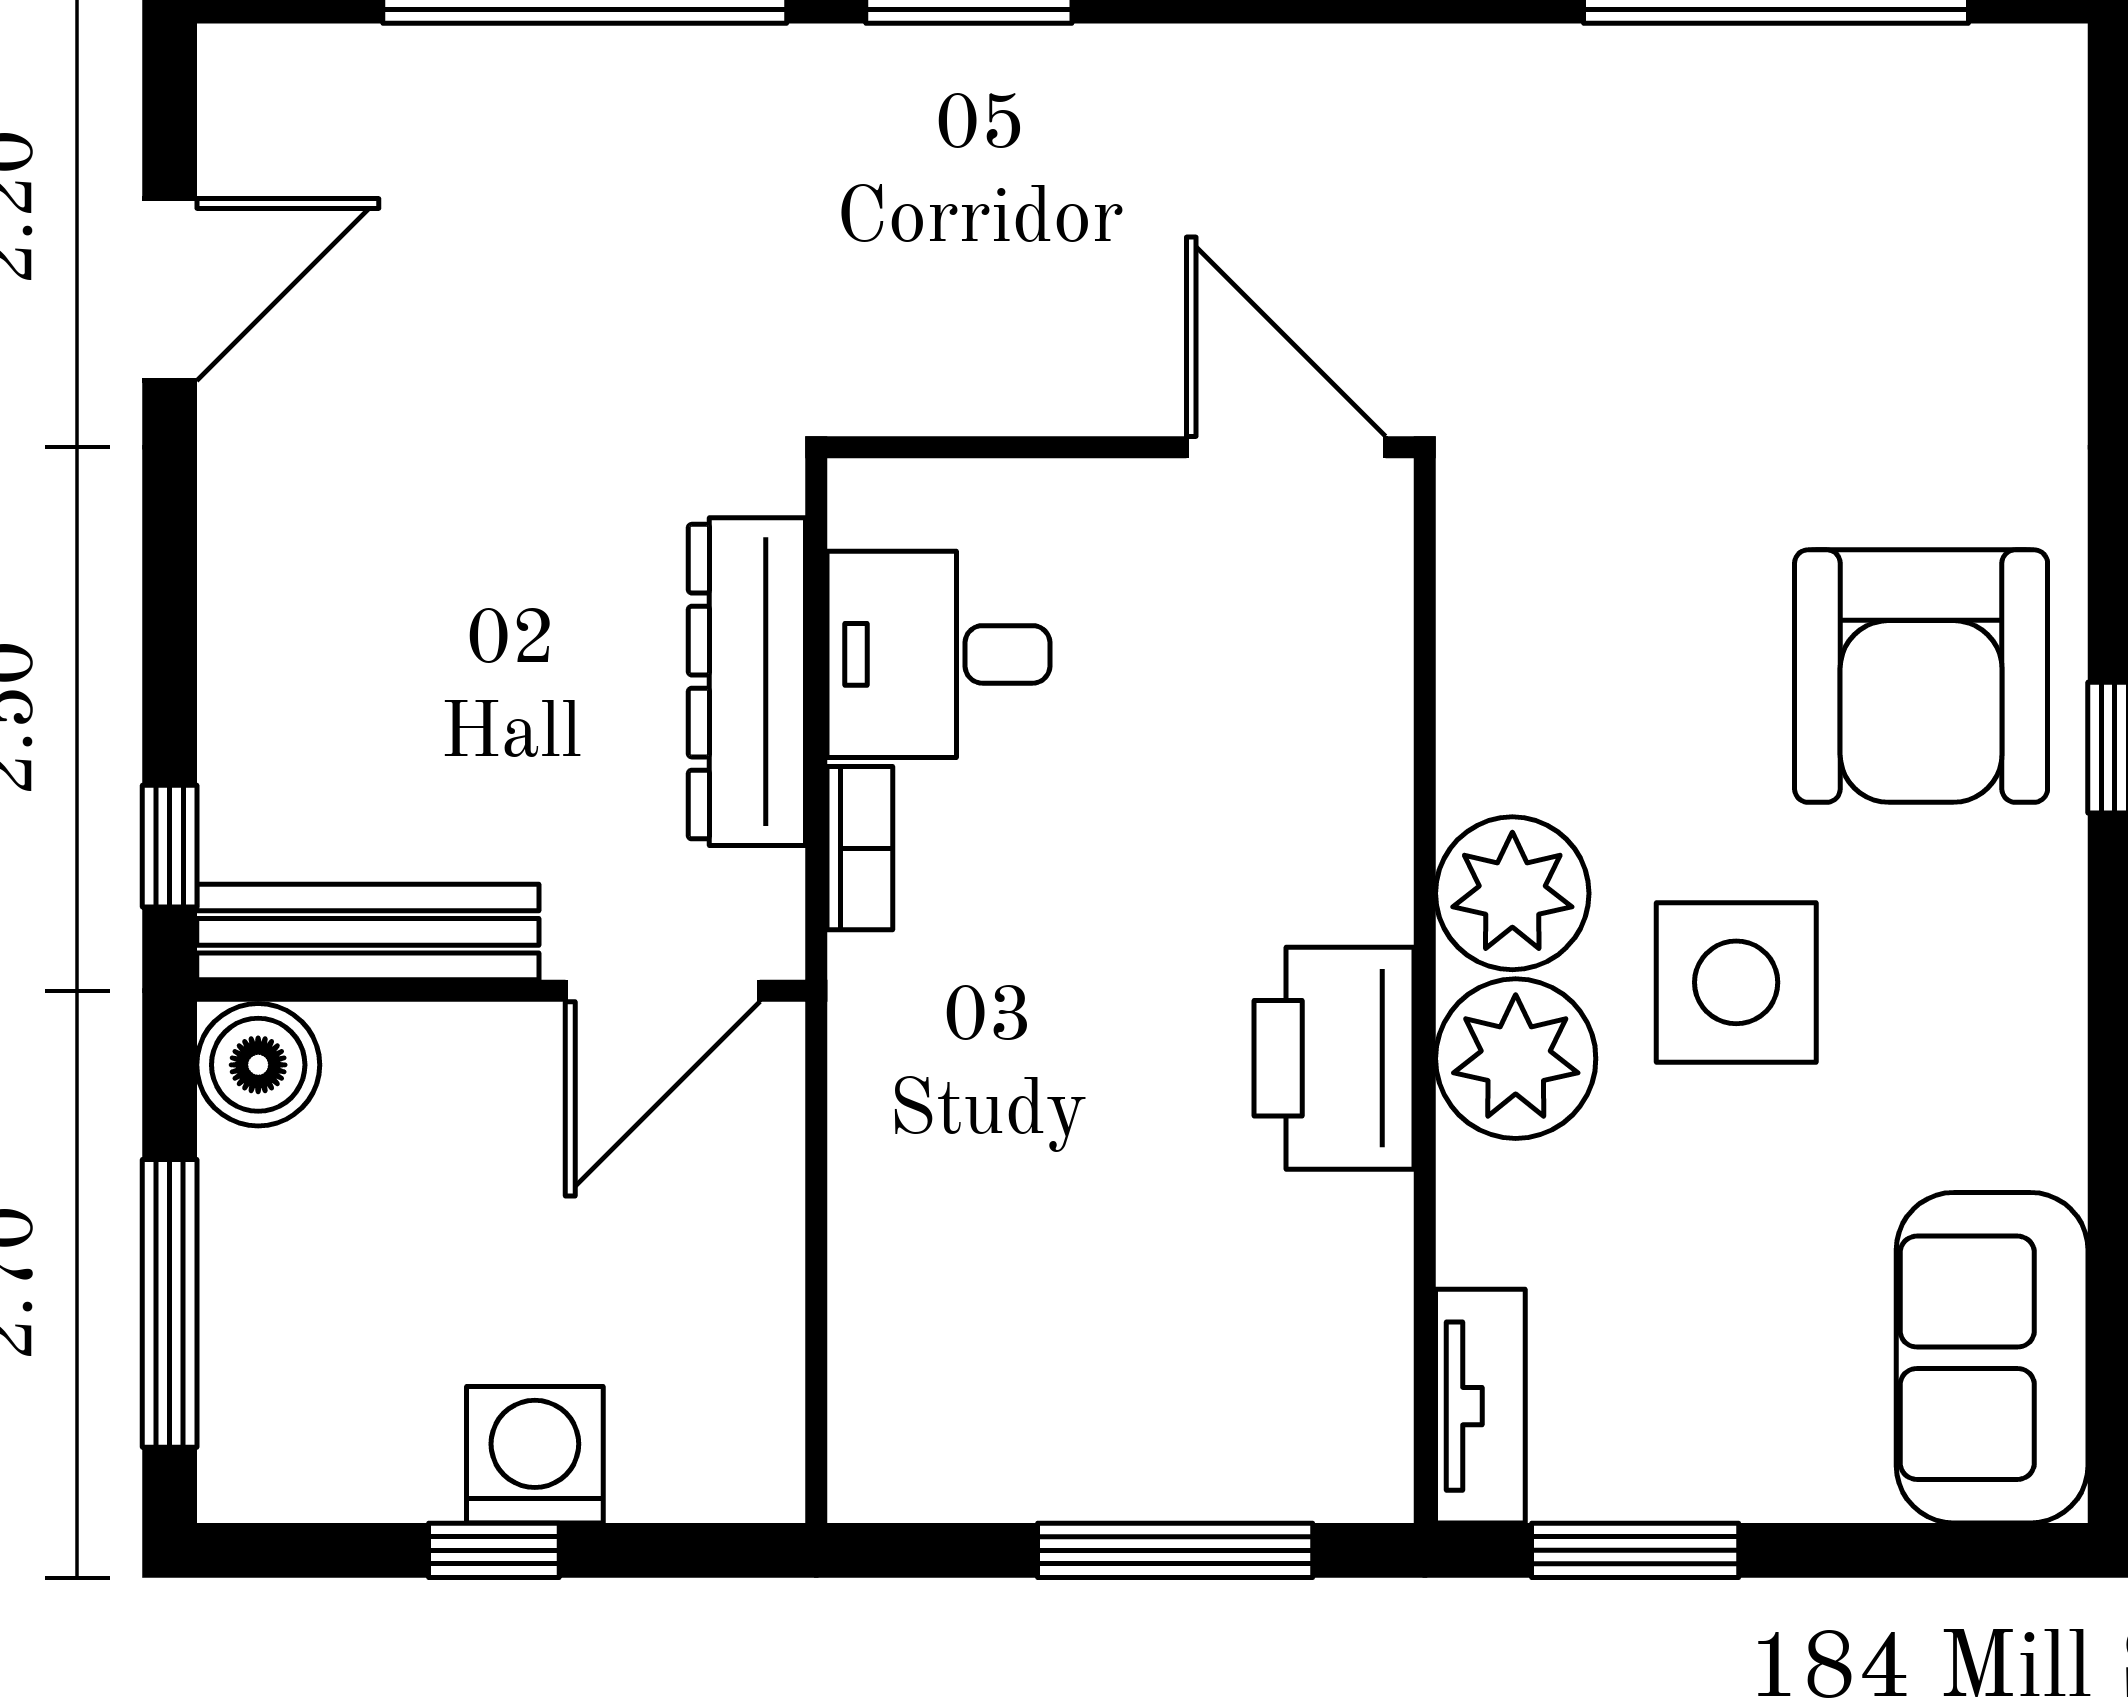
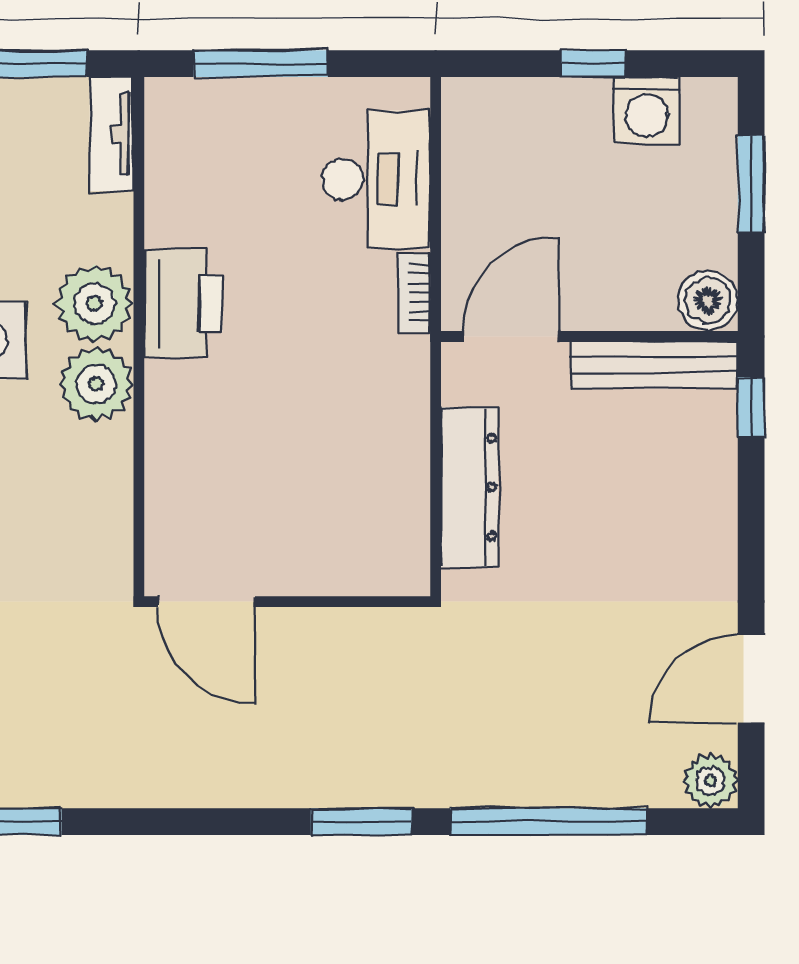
plant: (253, 79) -> (710, 781), added
desk: (938, 654) -> (376, 179), moved, width x1.37
bookcase: (860, 848) -> (414, 293), moved
window: (170, 1303) -> (751, 184), width x0.69
washing machine: (535, 1455) -> (647, 110), moved

